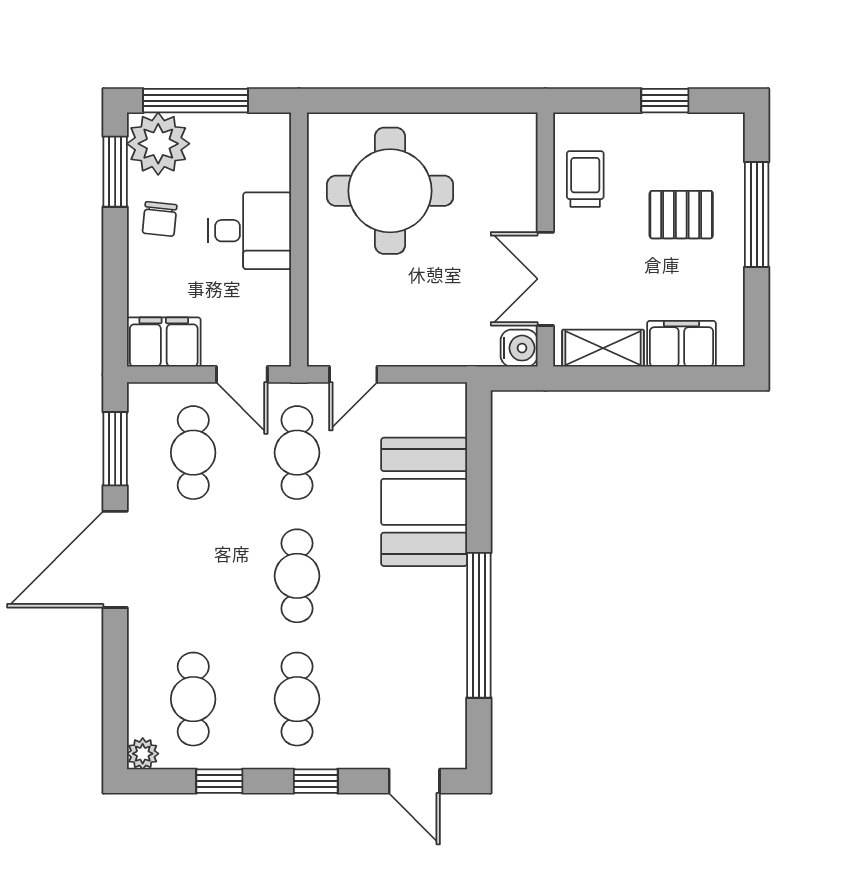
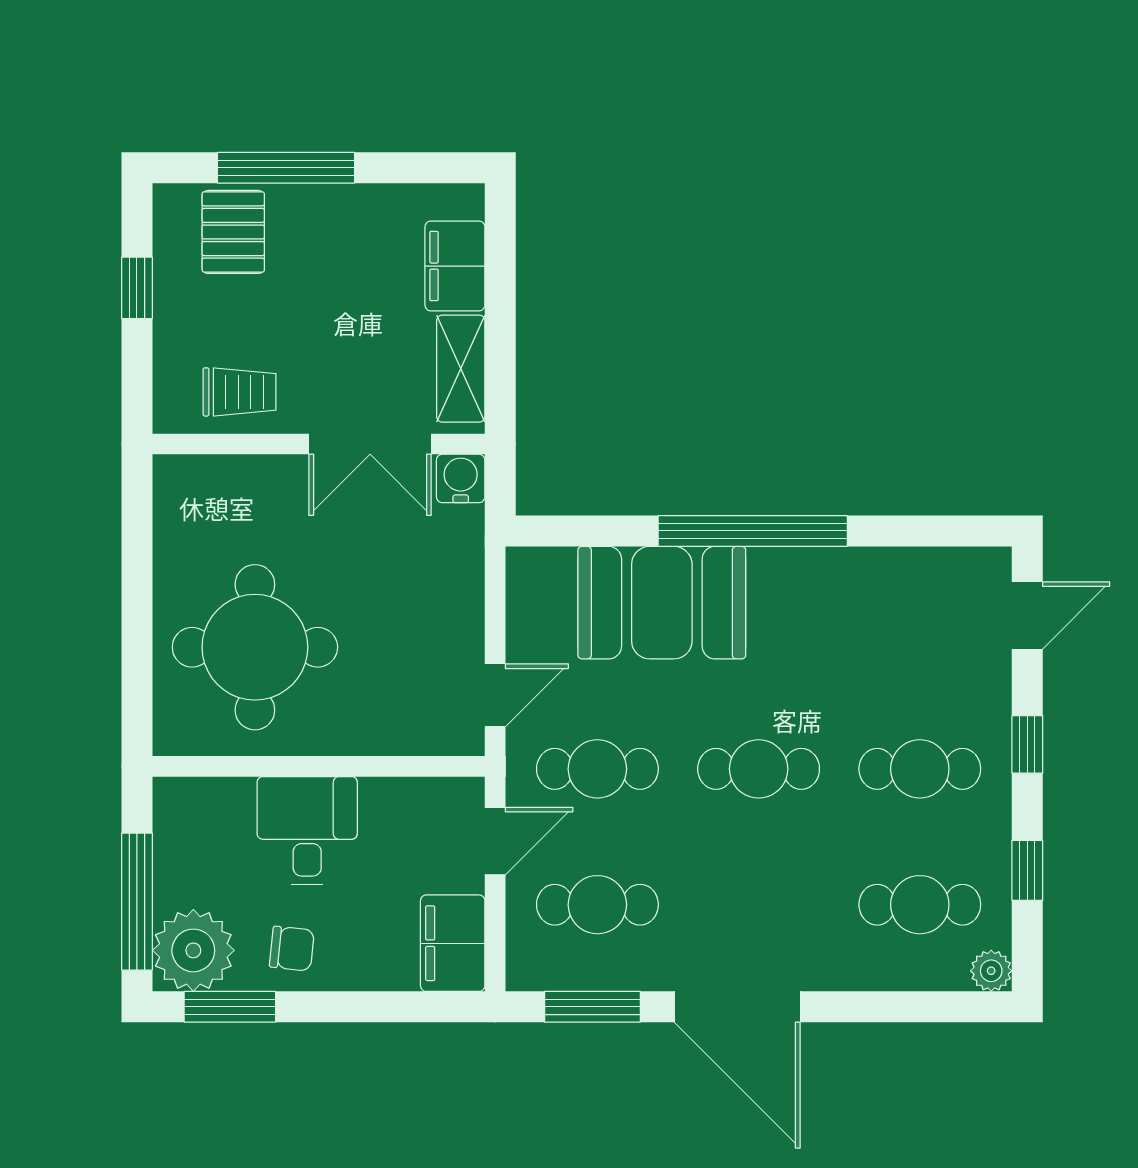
trolley: (585, 179) -> (240, 392), turned 180
pallet: (681, 215) -> (233, 232), moved
door: (353, 374) -> (495, 695), hinge flipped
window: (479, 625) -> (753, 531), moved

